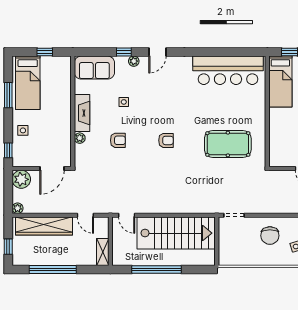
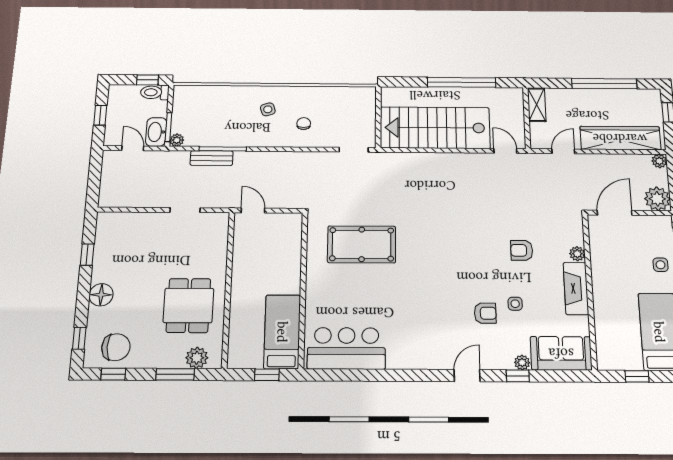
plant: (134, 61) -> (522, 362), moved
bar counter: (228, 70) -> (346, 348), width x0.73
armchair: (166, 140) -> (485, 313), moved, turned 180
door: (85, 215) -> (563, 151), hinge flipped
chair: (270, 236) -> (304, 124), width x0.54, depth x0.54

